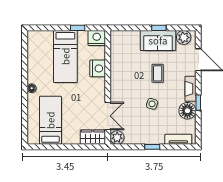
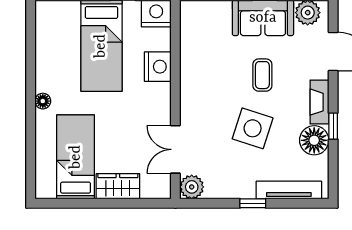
side table: (152, 104) -> (253, 128), width x1.87, depth x1.87
double door: (108, 116) -> (175, 149), swing flipped
wardrobe: (93, 137) -> (118, 186), moved
tv unit: (178, 139) -> (289, 190), width x1.41

